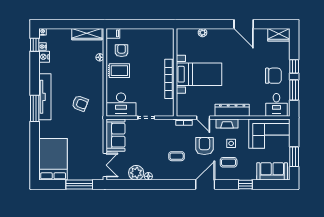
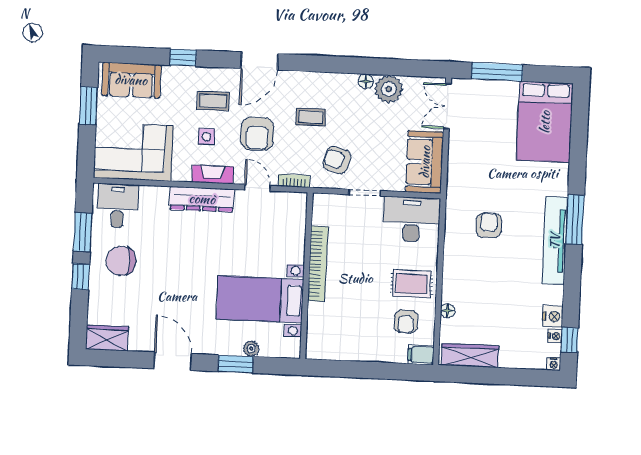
window: (210, 24) -> (236, 364), added
bed with nightstands: (199, 74) -> (260, 299), moved
armchair: (80, 103) -> (489, 225), turned 69
armchair: (162, 134) -> (337, 160), added

